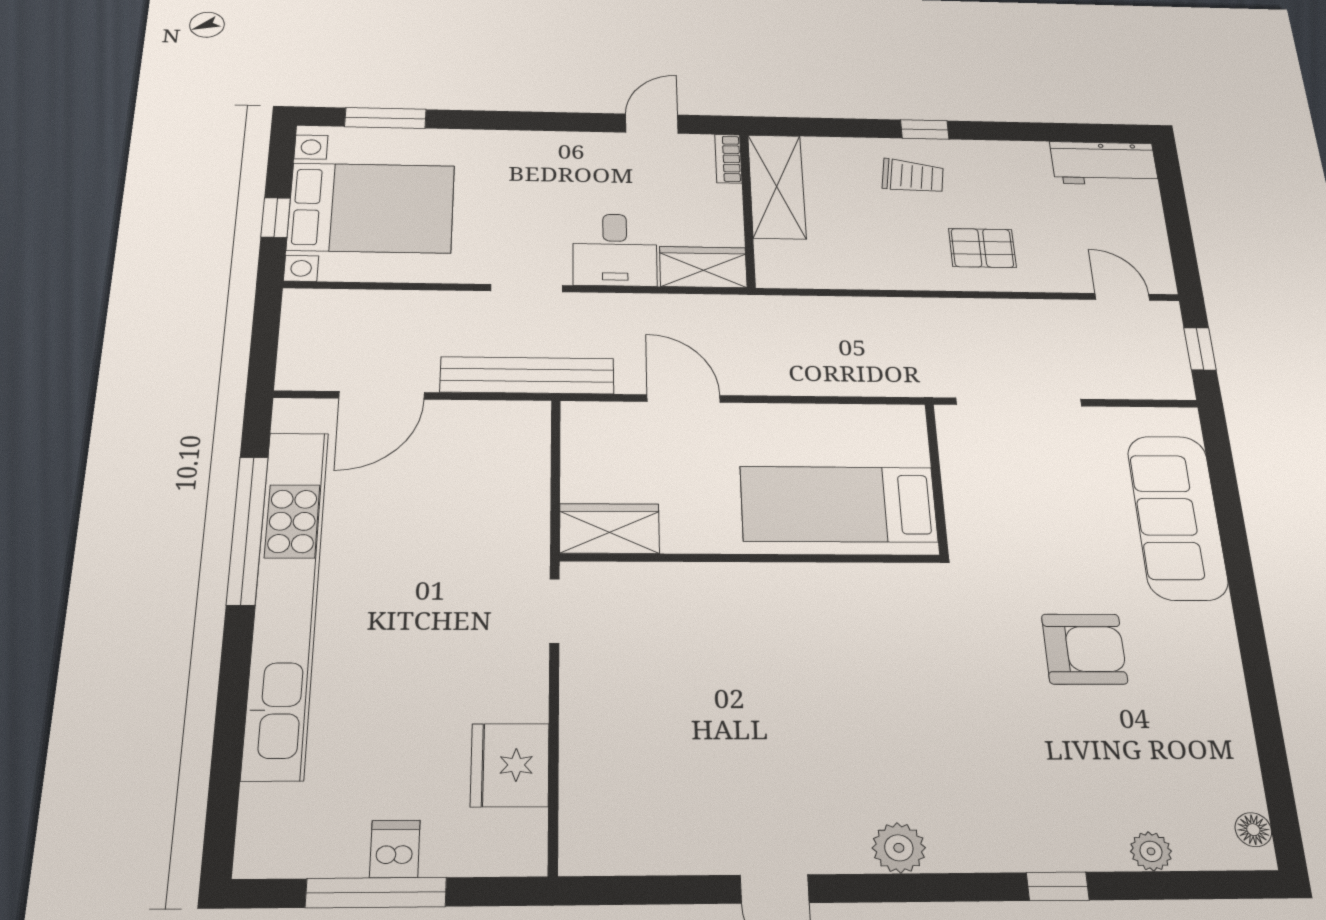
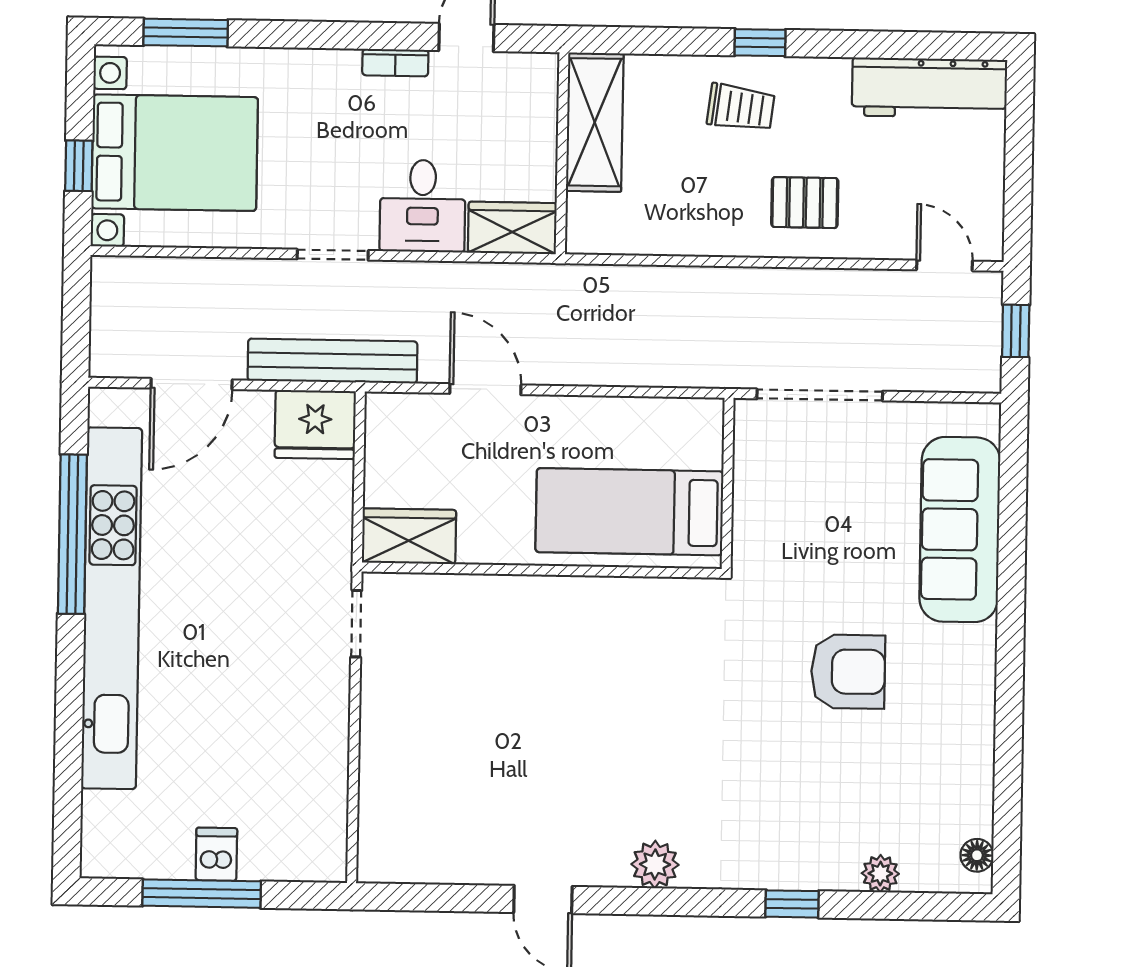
bookcase: (728, 159) -> (395, 63), moved, turned -90
workbench: (1104, 163) -> (929, 88), width x1.38
fridge: (510, 765) -> (315, 425), moved, turned -90

